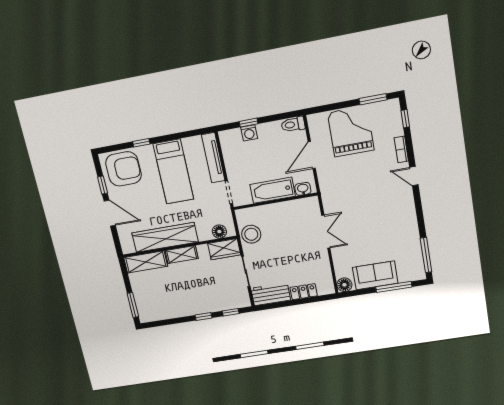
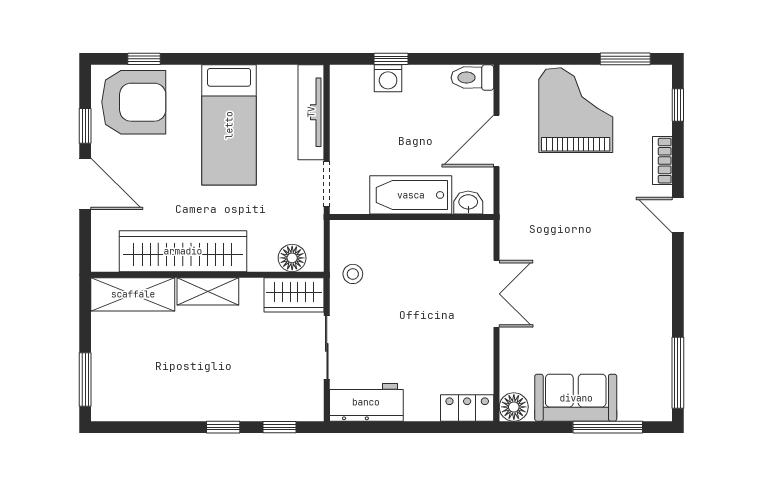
window: (141, 143) -> (144, 59), moved
stool: (251, 234) -> (353, 274), width x0.53, depth x0.53
locker: (304, 292) -> (467, 408), moved

